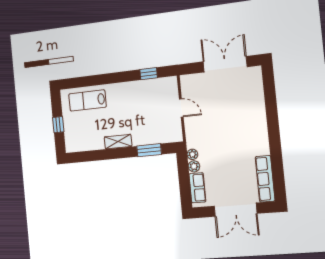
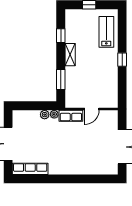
window: (149, 74) -> (122, 60), moved
window: (97, 155) -> (61, 36), added
row of seats: (197, 188) -> (71, 116), moved

